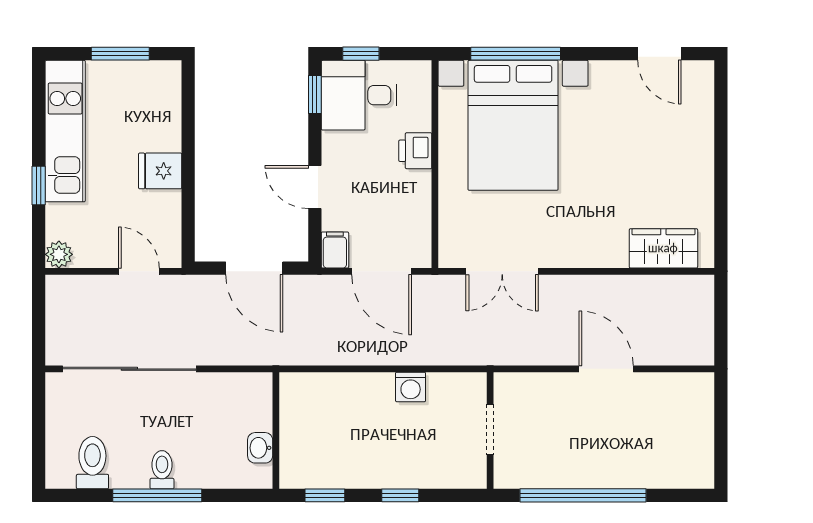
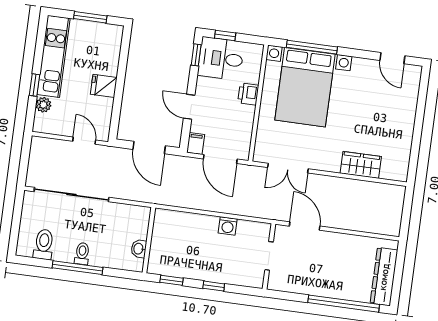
wardrobe: (663, 248) -> (361, 165), moved
plant: (59, 254) -> (43, 105), moved
door: (606, 369) -> (305, 226), moved
dresser: (696, 439) -> (384, 277), added
window: (583, 495) -> (344, 304), moved

